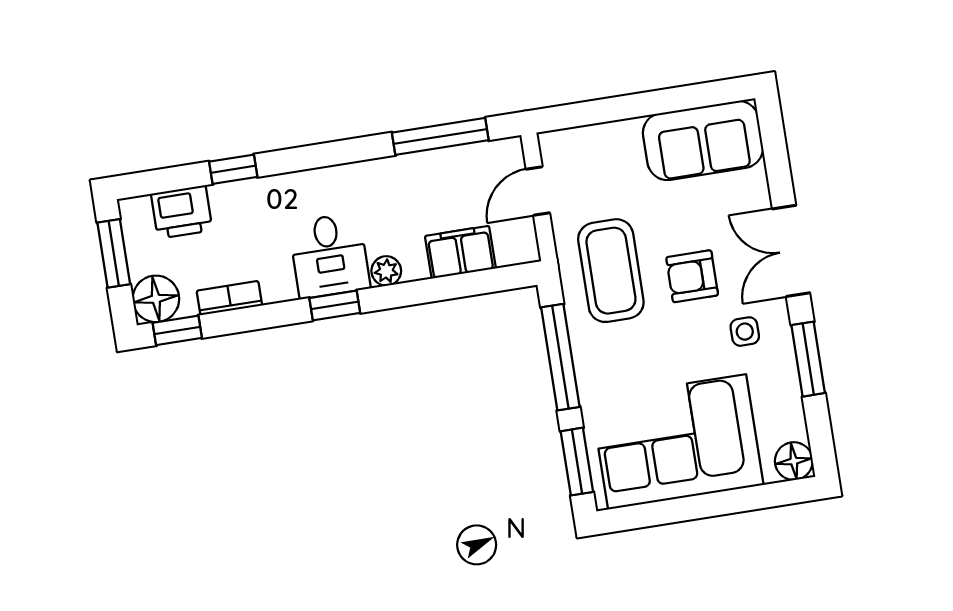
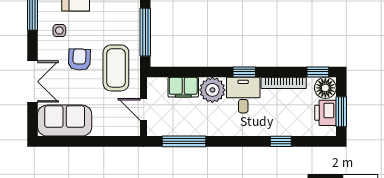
door: (538, 191) -> (144, 109), swing flipped
printer: (182, 212) -> (325, 113), moved, turned -90
double door: (791, 251) -> (32, 82), moved
plant: (386, 271) -> (212, 90), width x1.87, depth x1.87
armchair: (692, 276) -> (79, 59), turned -88
bookcase: (229, 298) -> (284, 83), width x1.56

